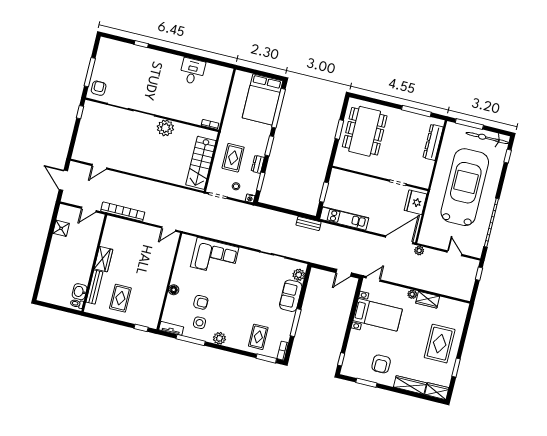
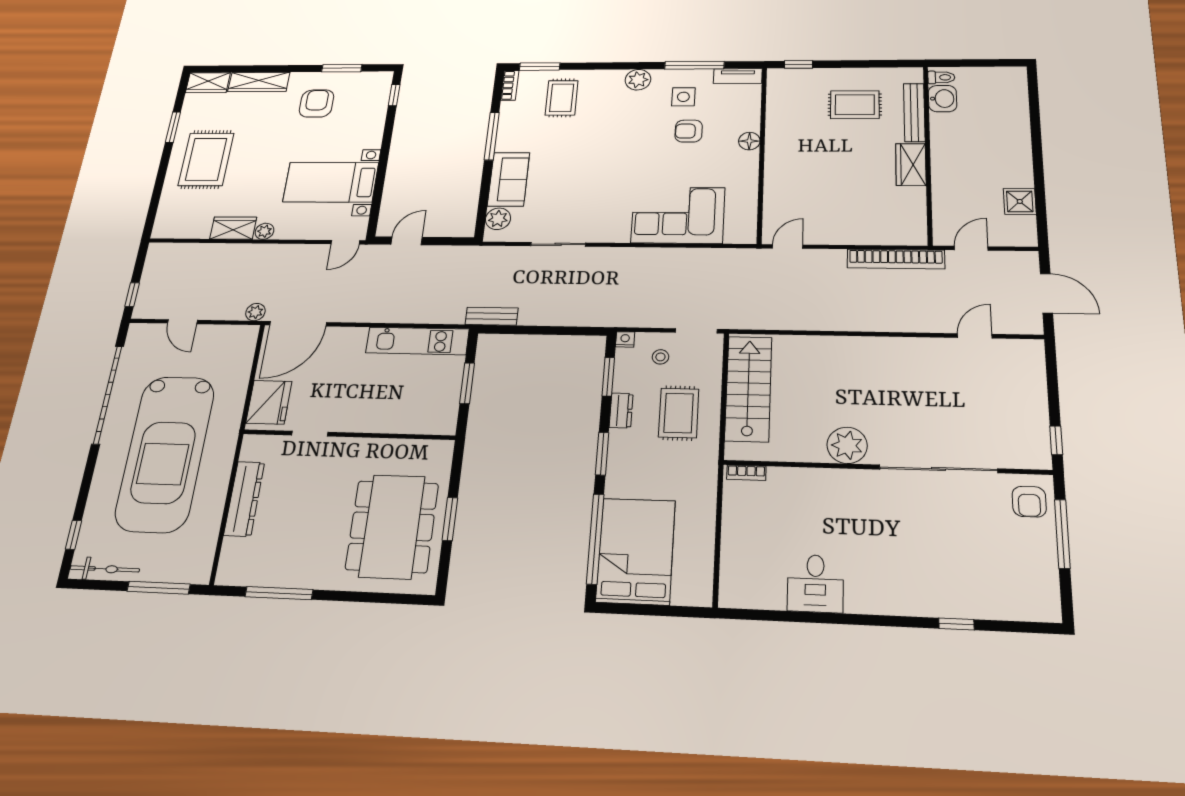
bicycle: (487, 138) -> (105, 569), width x0.73, depth x0.71
dresser: (433, 142) -> (244, 499), moved
rug: (120, 298) -> (855, 105), turned 90

